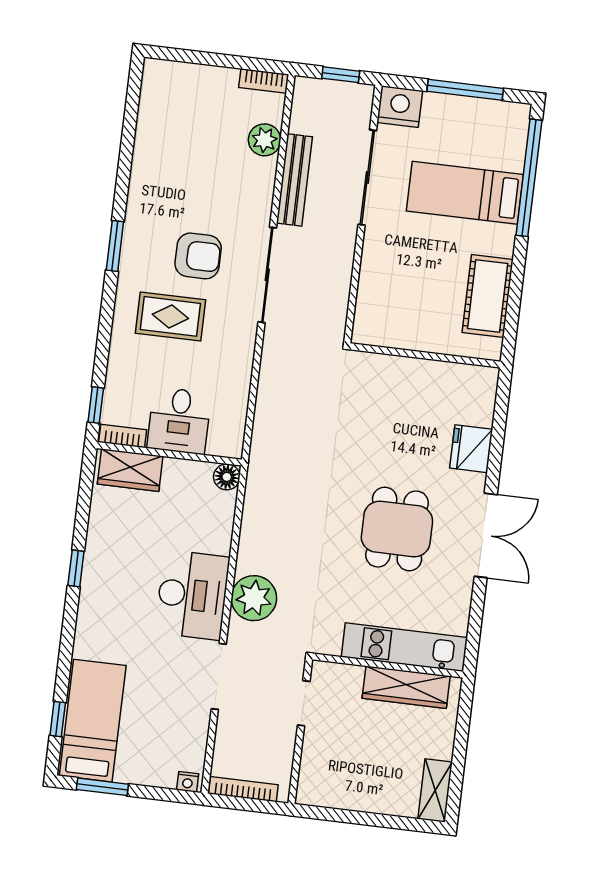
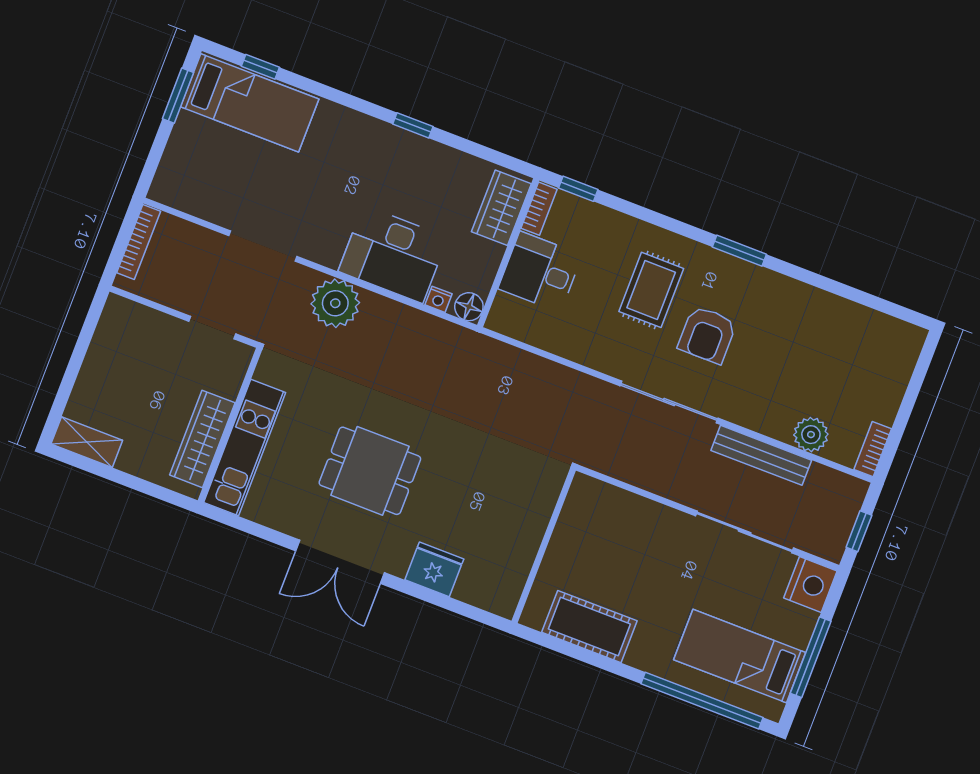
bed: (465, 193) -> (740, 656), moved, turned -90
desk: (192, 595) -> (393, 254), moved
nightstand: (188, 782) -> (439, 299), moved, turned -90

